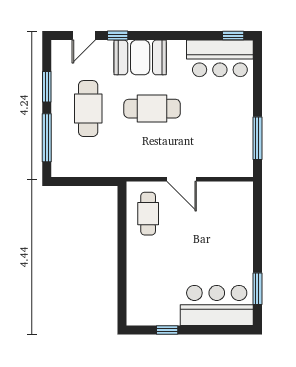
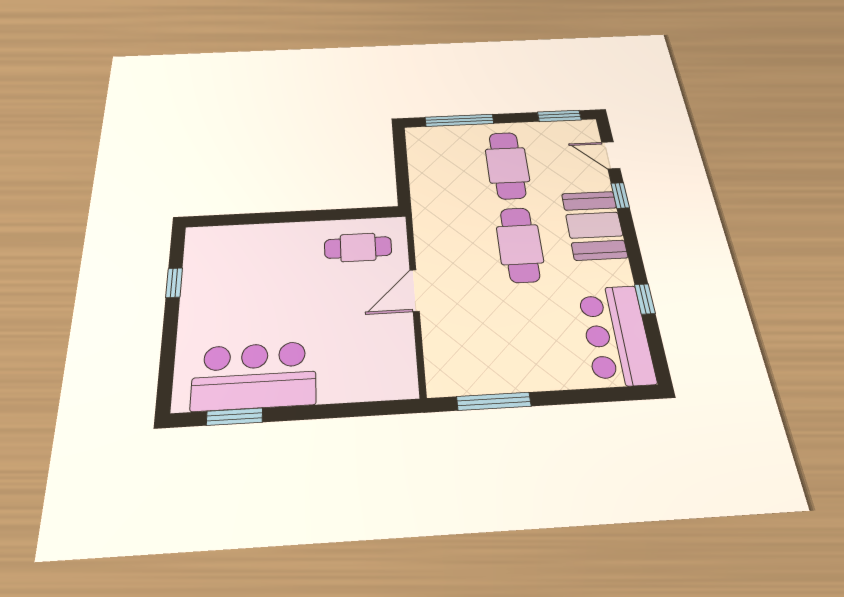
window: (233, 36) -> (645, 299), moved
window: (47, 87) -> (559, 116), moved
cafe table: (88, 109) -> (507, 165), turned 90
bar counter: (217, 305) -> (254, 376), moved, turned -90

